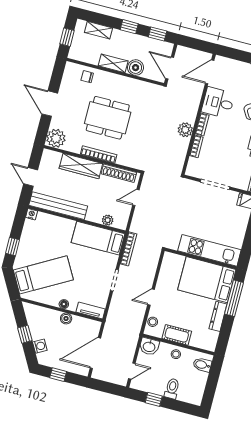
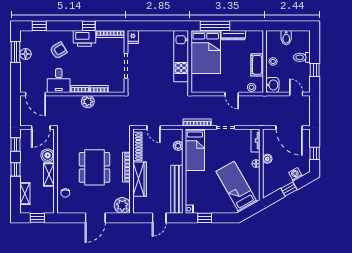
window: (12, 247) -> (205, 218), moved
bidet: (202, 365) -> (286, 38), moved

